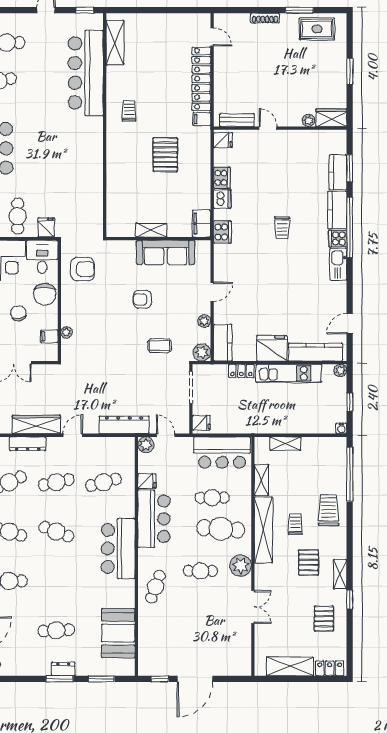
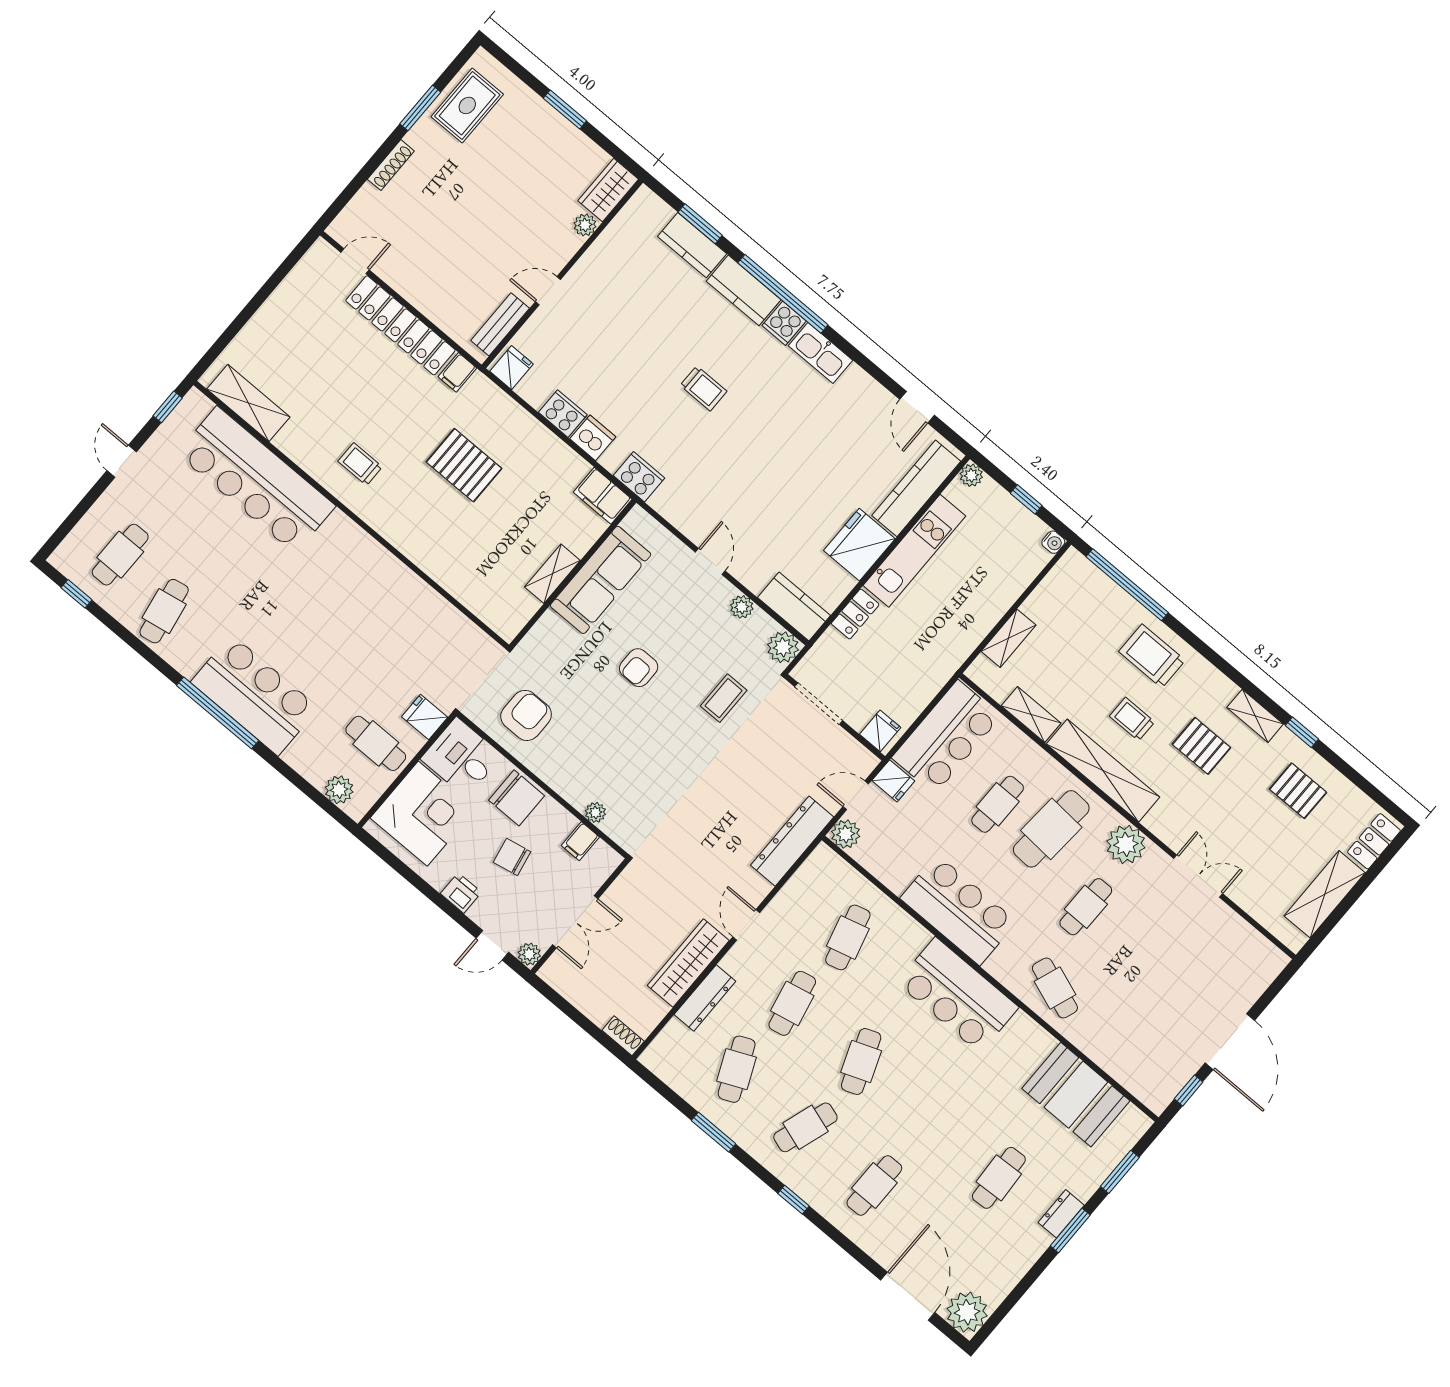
fridge: (147, 481) -> (893, 781), moved, turned 90
cafe table: (56, 532) -> (861, 1061), turned -42

